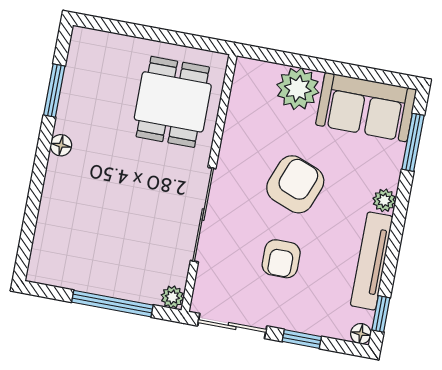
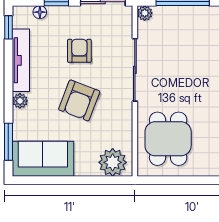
plant: (298, 89) -> (113, 162), moved
floor lamp: (361, 334) -> (40, 12), moved

